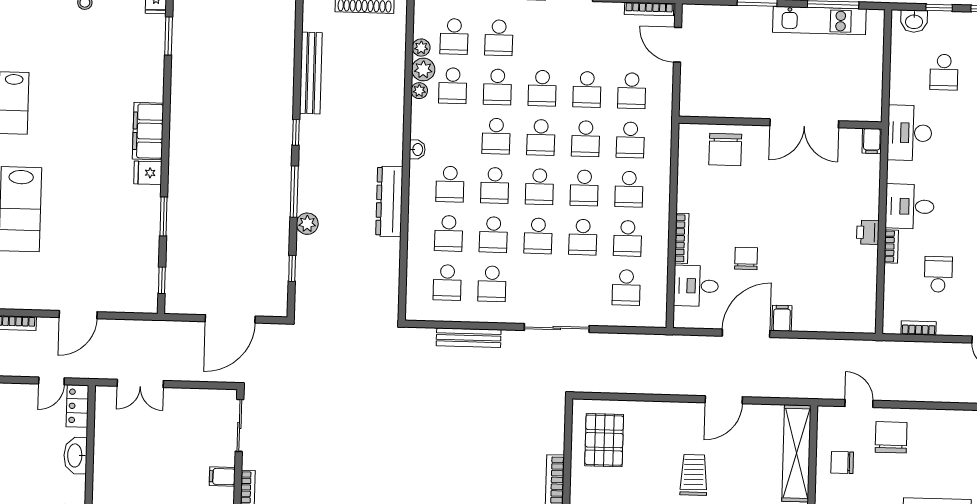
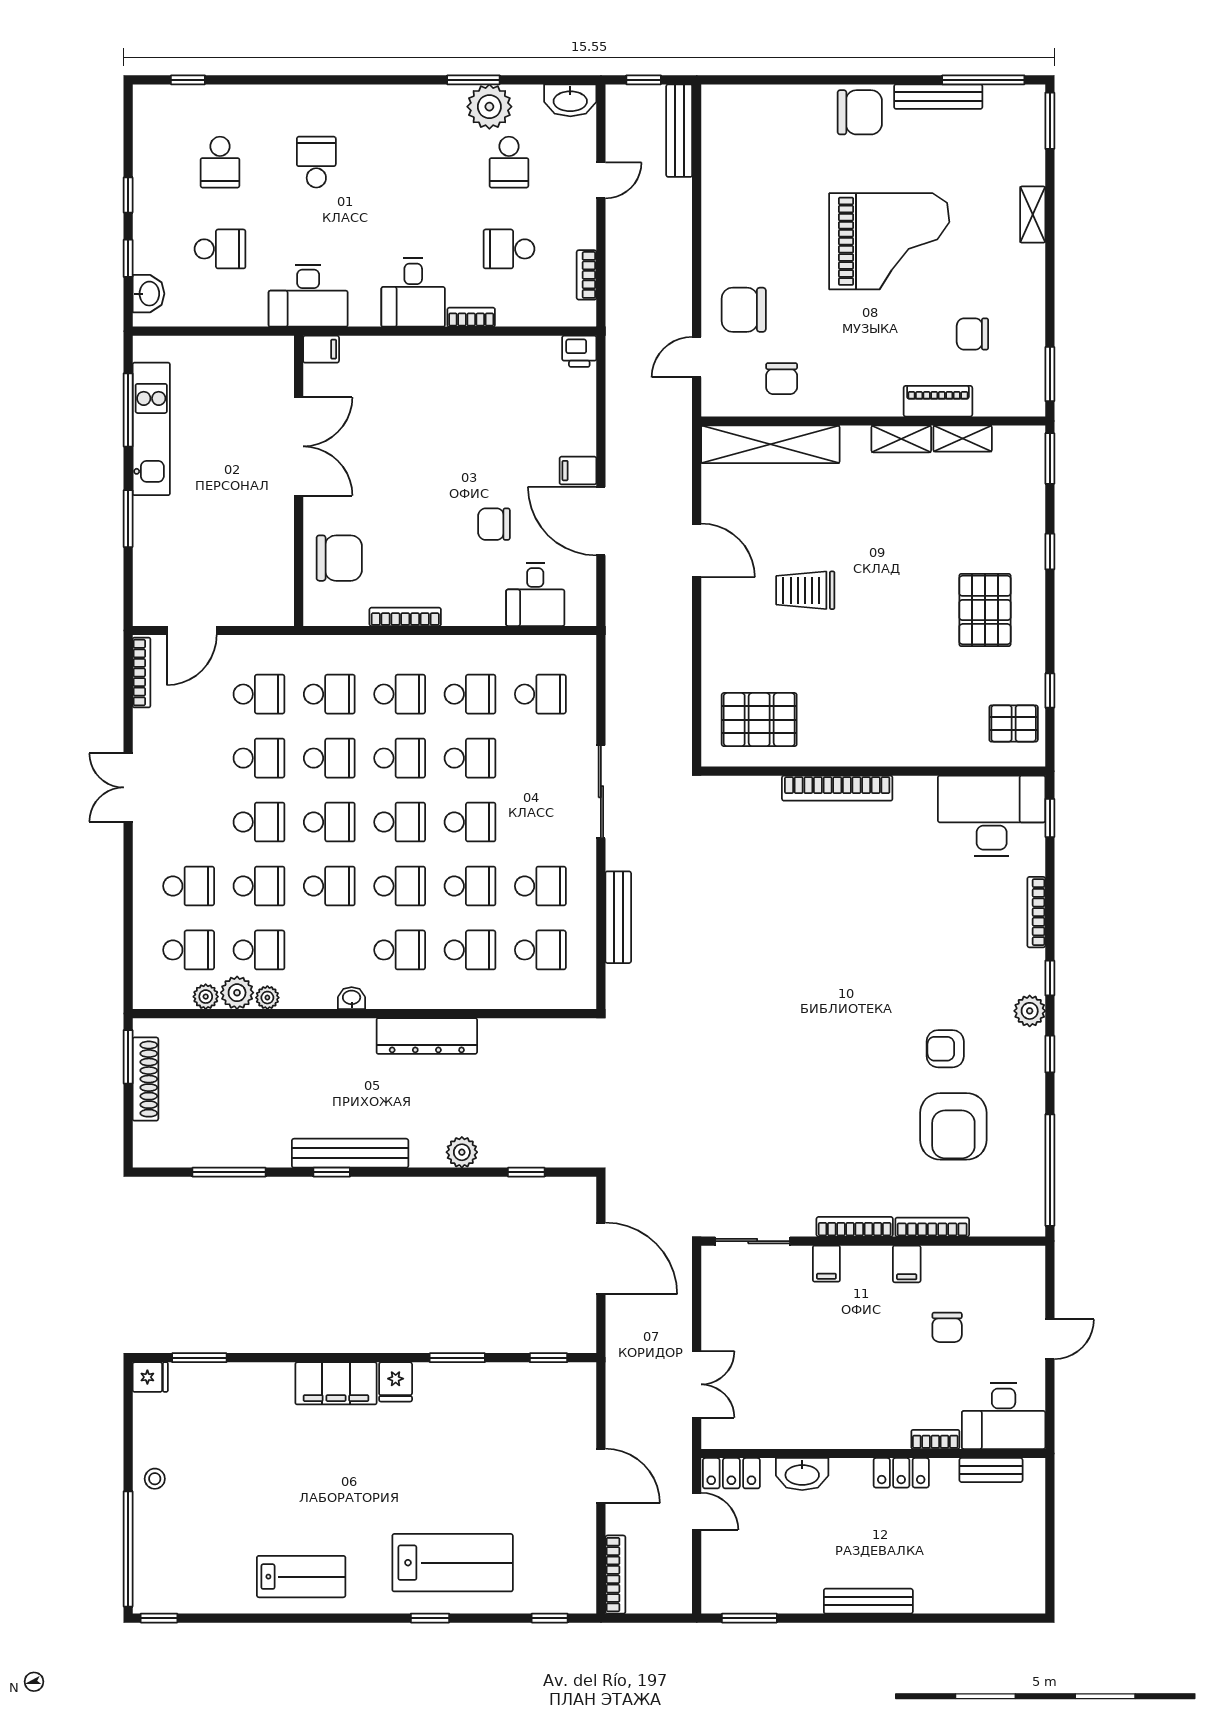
bench: (311, 73) -> (350, 1153), moved
window: (294, 192) -> (229, 1172), moved
printer: (868, 232) -> (579, 351), moved
bookcase: (682, 238) -> (405, 617), moved

